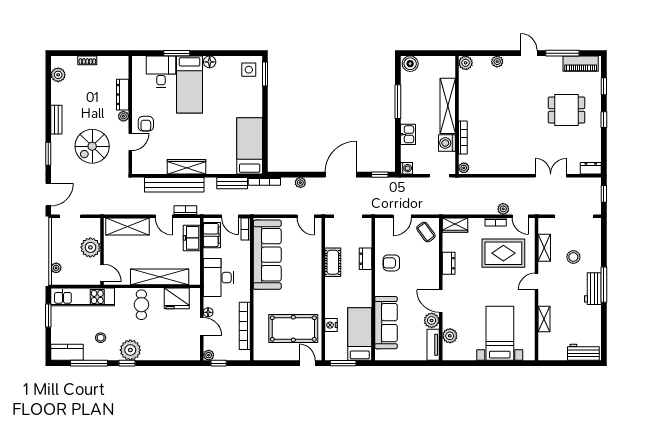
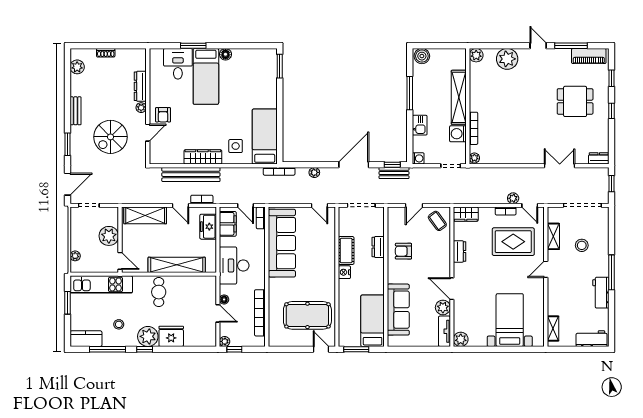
plant: (497, 62) -> (507, 59), width x1.88, depth x1.88
side table: (249, 70) -> (236, 146), moved
bench: (232, 183) -> (394, 173), moved
workbench: (593, 289) -> (601, 293), moved
fridge: (177, 298) -> (171, 336), moved, turned 180
shelving: (544, 319) -> (553, 329), moved
nightstand: (331, 325) -> (344, 272), moved
plant: (450, 336) -> (461, 339), moved

